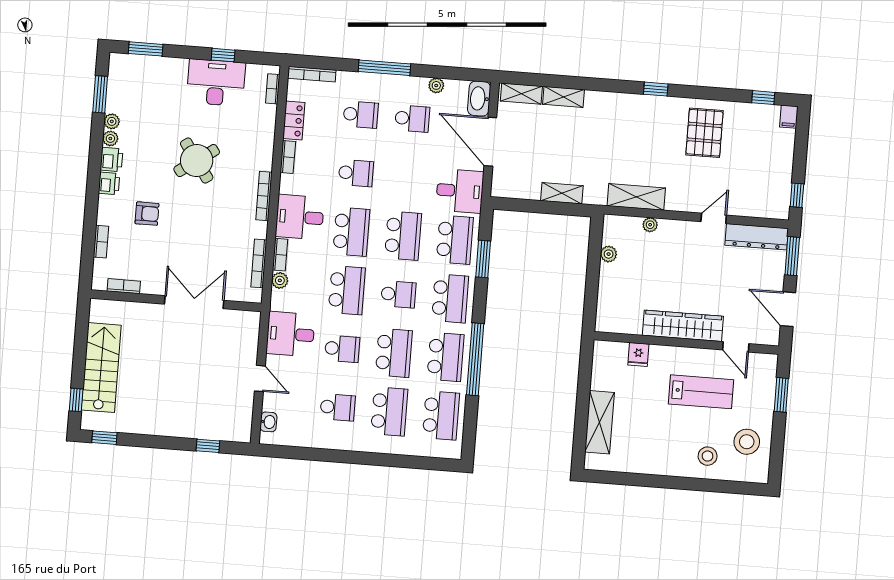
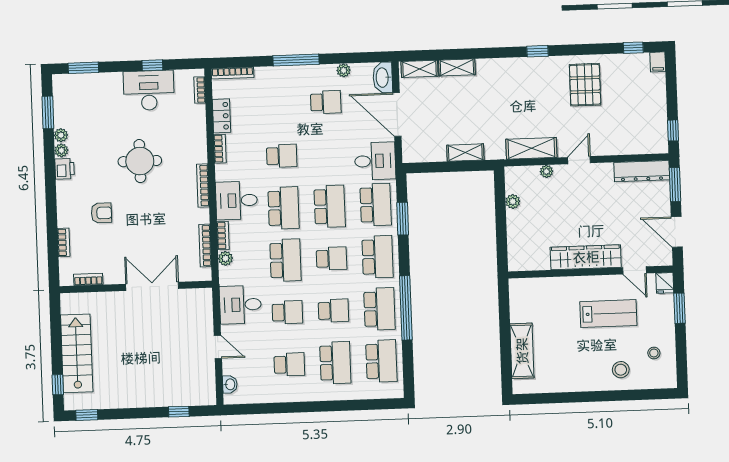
school desk: (361, 115) -> (280, 104), removed
round table: (197, 161) -> (140, 161), turned 35
printer: (109, 183) -> (65, 190), removed
door: (714, 218) -> (579, 160), moved
school desk: (394, 353) -> (333, 311), width x0.54
fridge: (638, 355) -> (665, 283), moved
stool: (747, 442) -> (654, 353), width x0.53, depth x0.53

